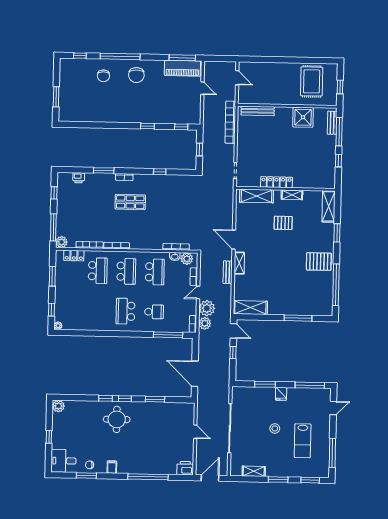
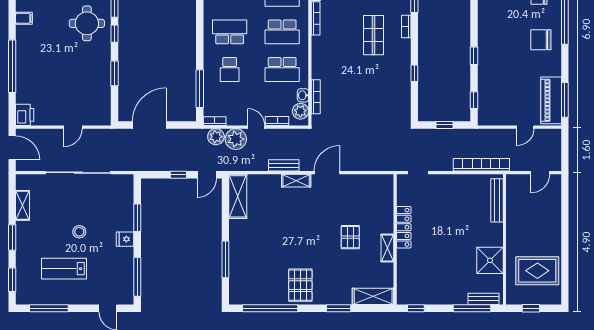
window: (338, 161) -> (416, 308), moved
shelving: (256, 196) -> (385, 201), removed

